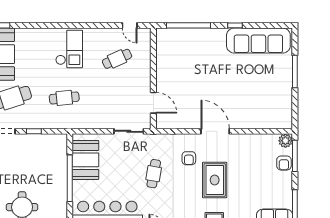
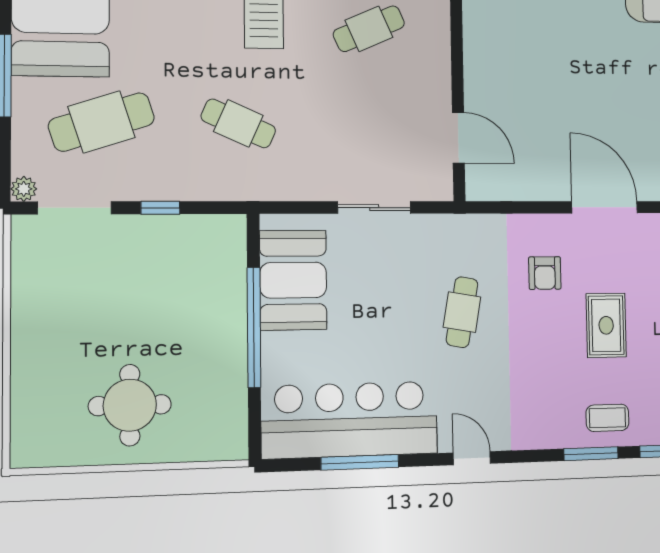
cafe table: (64, 98) -> (238, 123), turned 30
sliding door: (129, 131) -> (374, 208), moved
rug: (215, 180) -> (606, 325), width x0.73, depth x0.70

